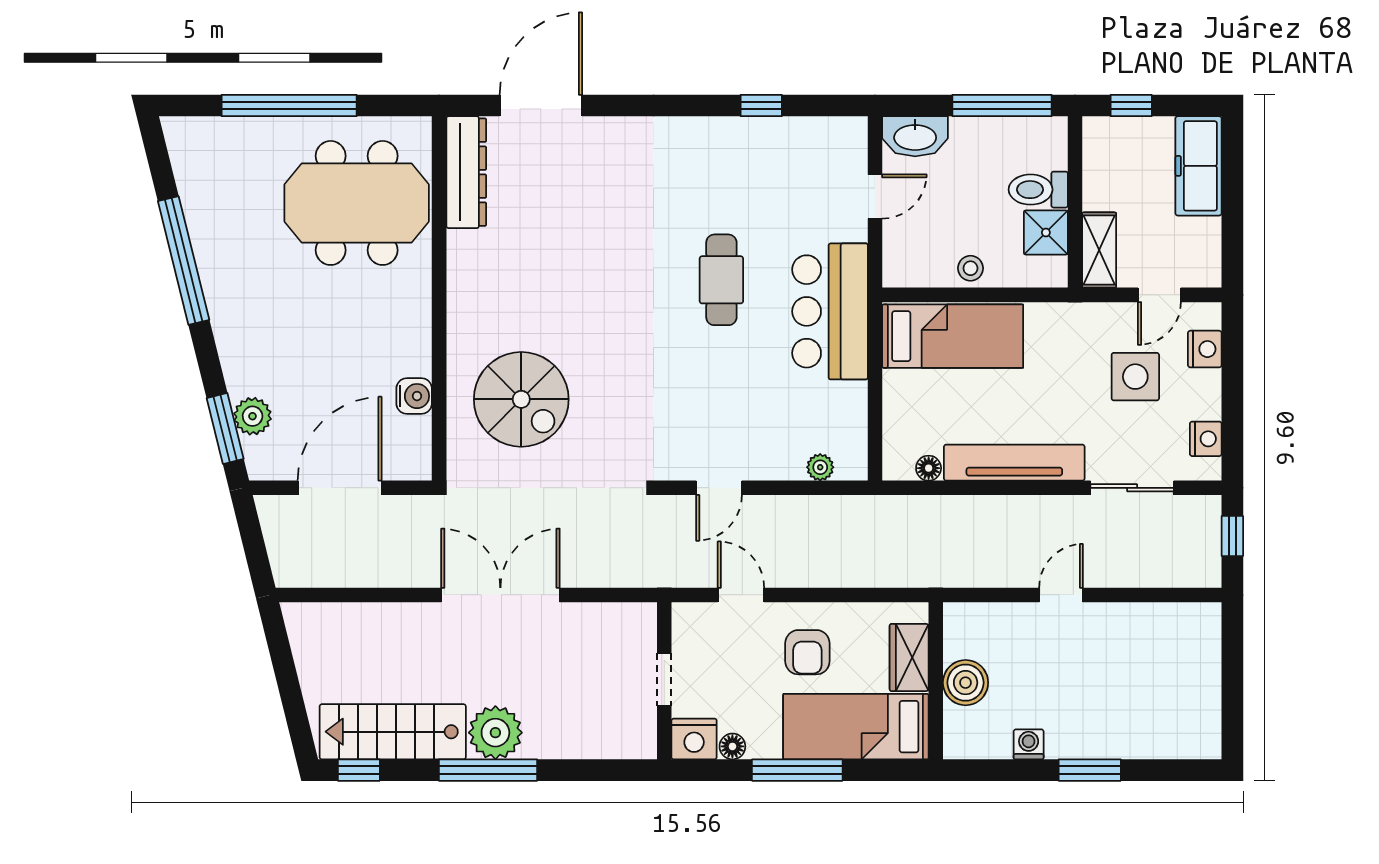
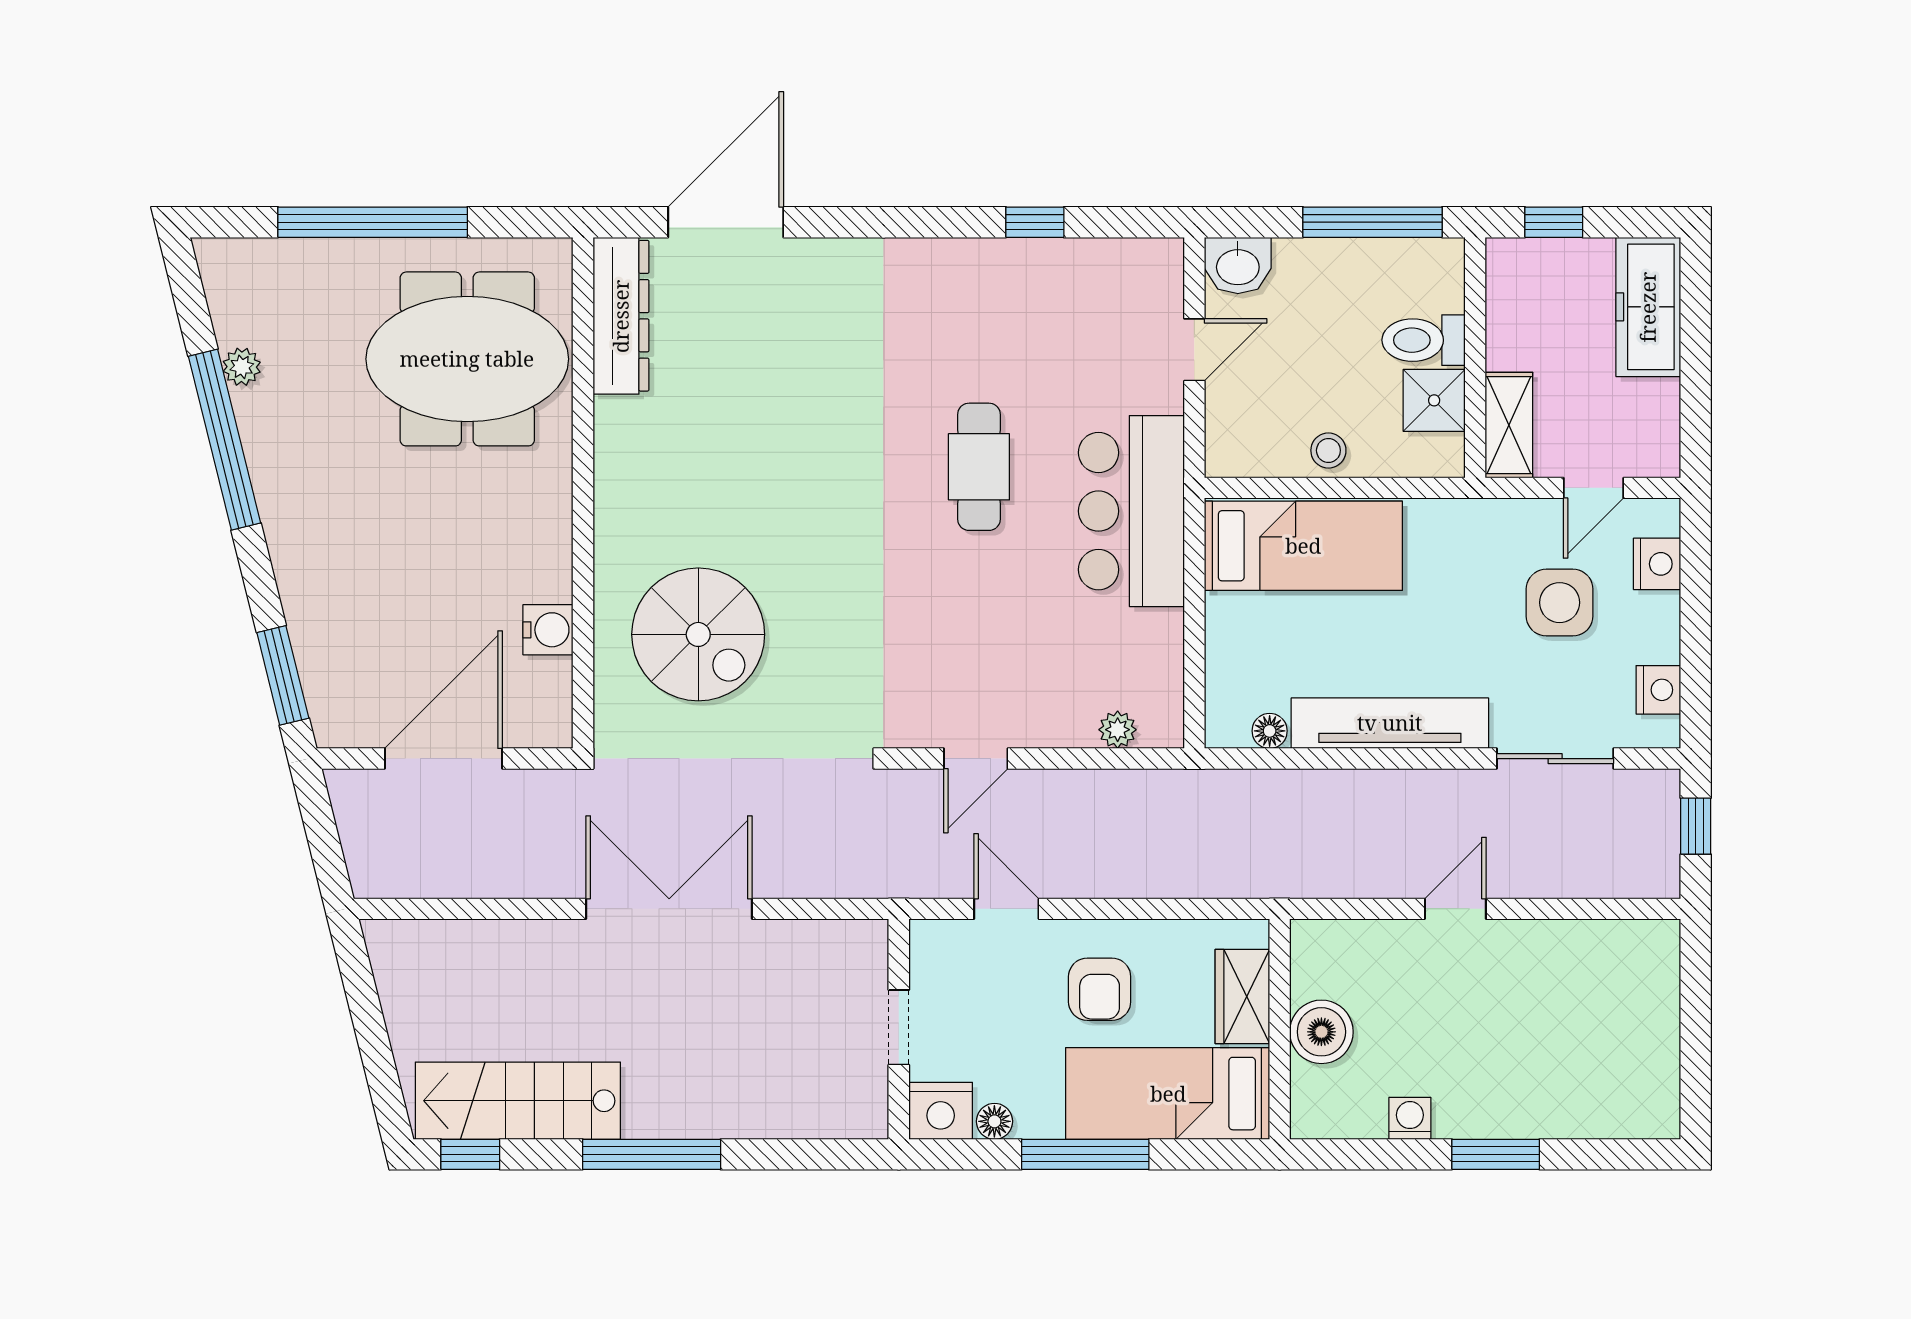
washbasin: (915, 136) -> (1238, 265), width x0.72
plant: (253, 416) -> (242, 367), moved, width x0.73, depth x0.73
plant: (495, 733) -> (662, 1102), removed

